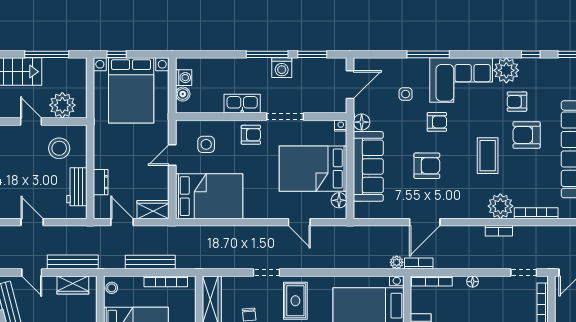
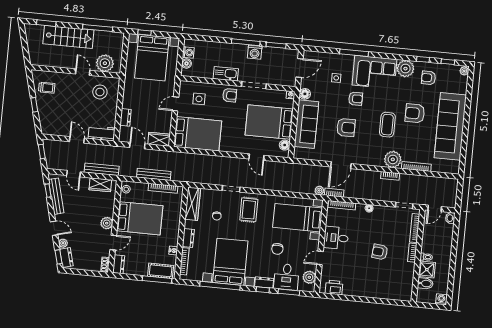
armchair: (517, 102) -> (429, 78), moved
workbench: (77, 187) -> (102, 133), moved, turned 90

